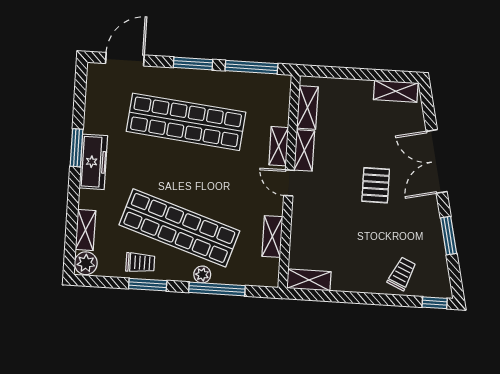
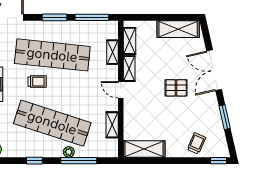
shelving: (396, 91) -> (178, 29), width x1.50, depth x1.33
shelving: (279, 146) -> (112, 52), moved
pallet: (376, 185) -> (176, 88), turned 90
trolley: (140, 263) -> (37, 82), moved
shelving: (309, 280) -> (144, 149), width x1.50, depth x1.33
window: (148, 285) -> (34, 161), width x0.67

